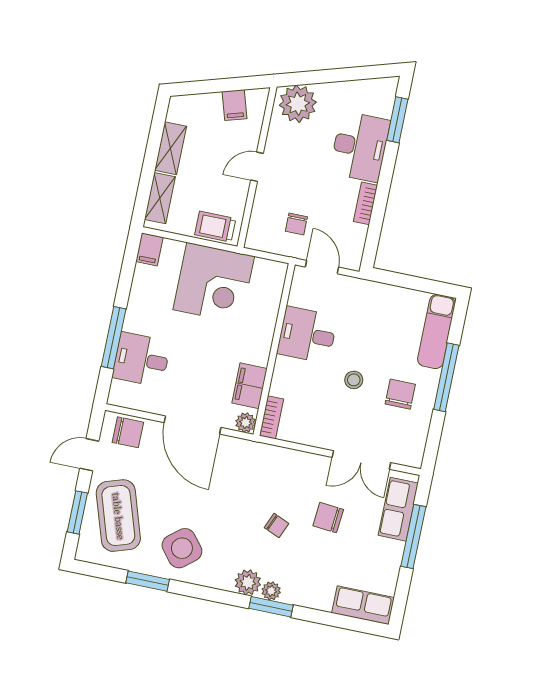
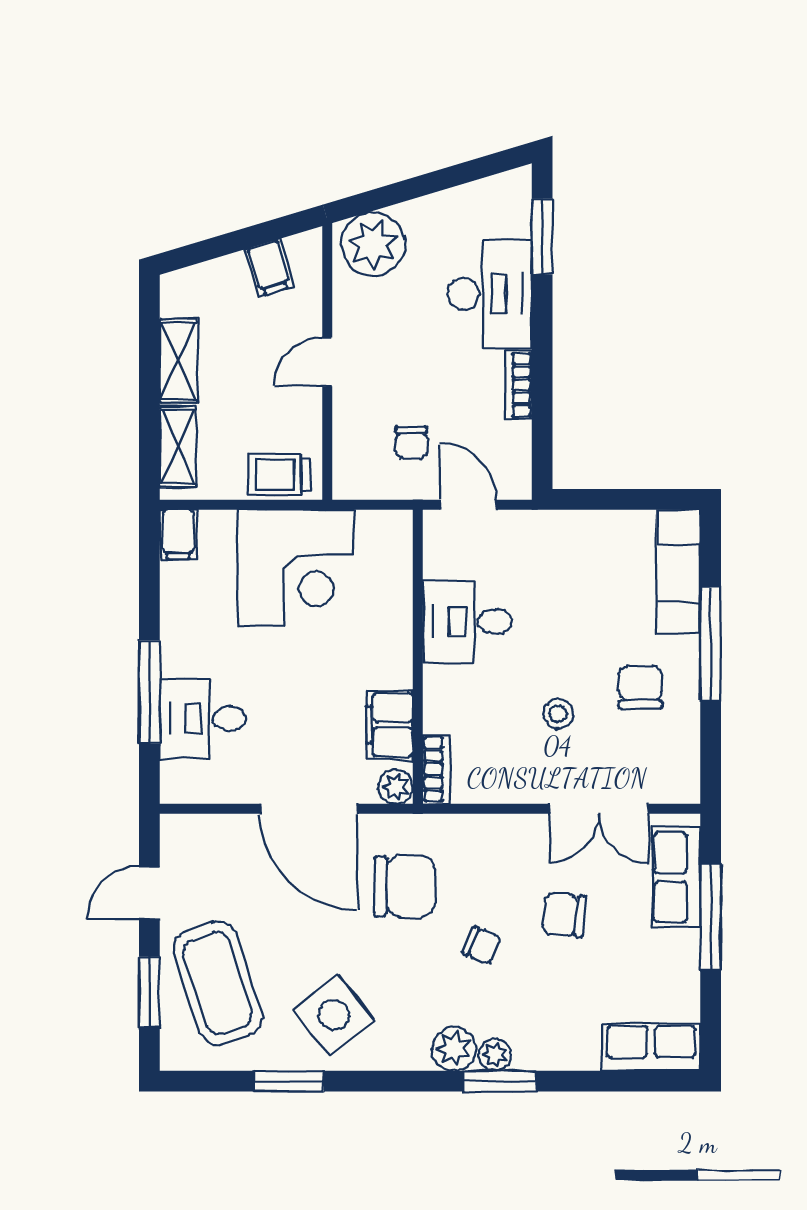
stool: (354, 380) -> (558, 714), moved
chair: (128, 432) -> (405, 886), moved, width x1.37, depth x1.37

